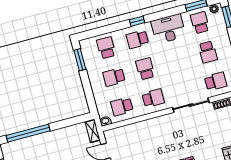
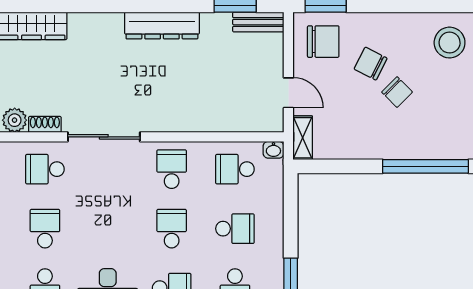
school desk: (145, 69) -> (172, 229), turned 180
school desk: (153, 98) -> (172, 169), turned 90
school desk: (122, 106) -> (235, 169), turned 180

